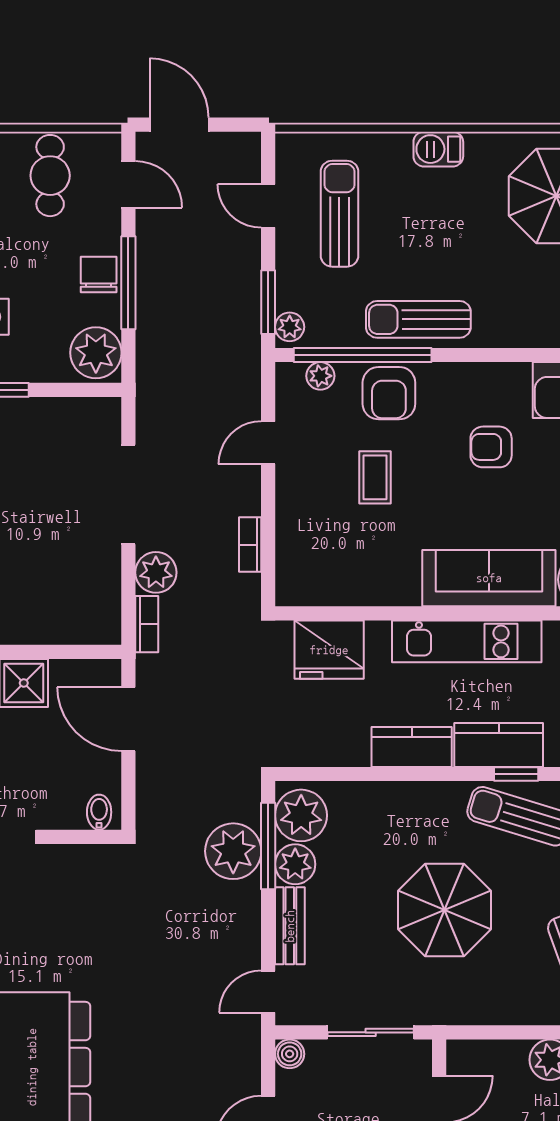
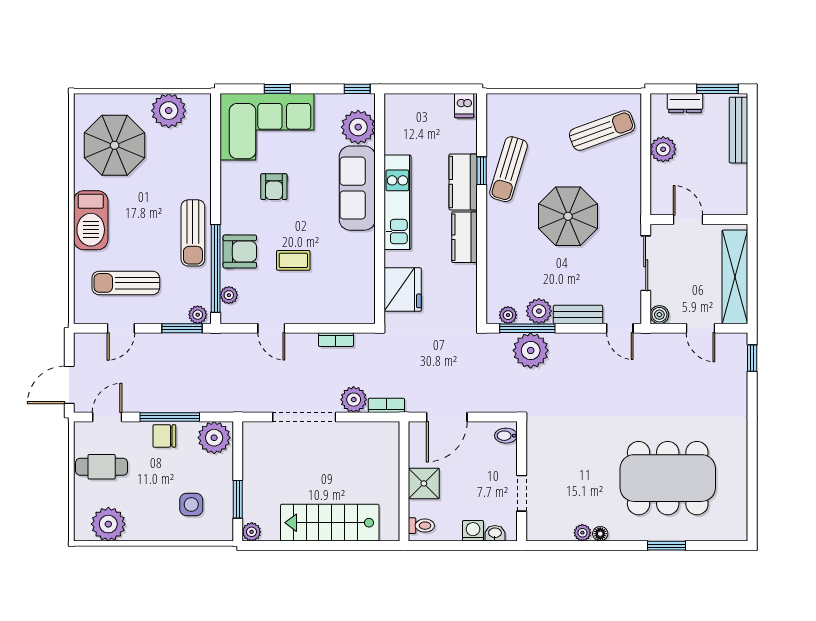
barbecue: (438, 149) -> (91, 220), width x1.88, depth x1.53
plant: (301, 815) -> (508, 315), width x0.53, depth x0.53

